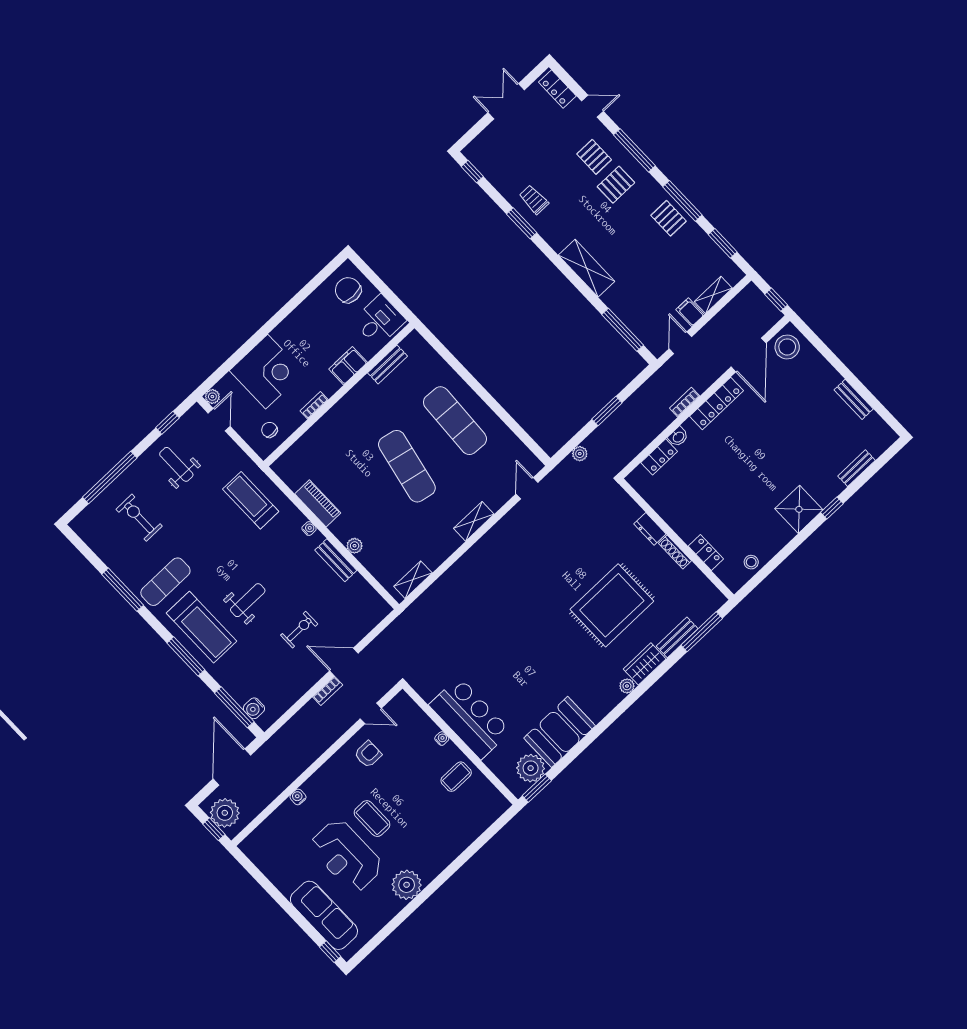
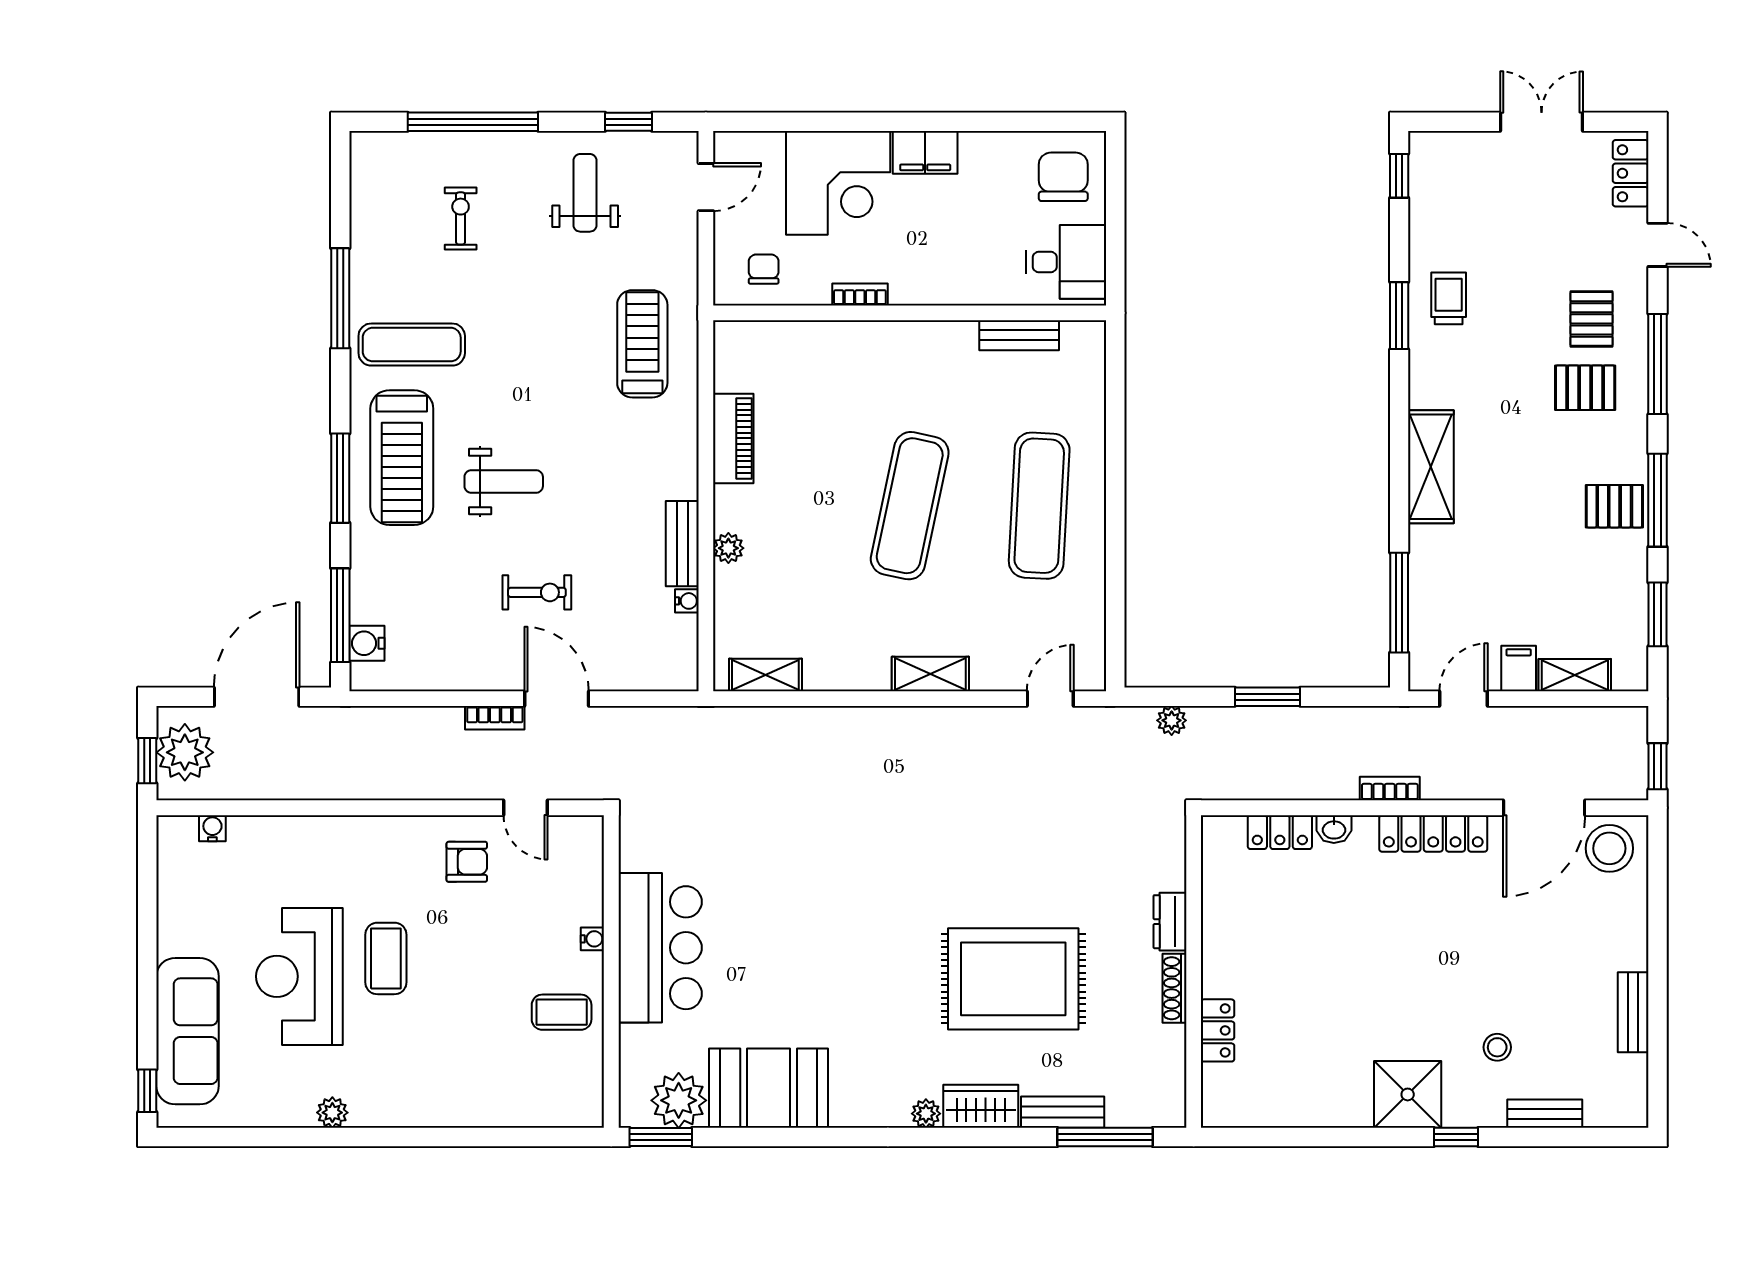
pallet: (669, 218) -> (1614, 506), turned 90
filing cabinet: (348, 366) -> (925, 152), moved, turned 180
plant: (212, 397) -> (727, 145), removed
exercise bike: (139, 518) -> (461, 218), width x0.73, depth x0.72
water cooler: (309, 529) -> (687, 601), moved
stool: (751, 562) -> (1497, 1047), moved
water cooler: (298, 797) -> (212, 828), moved
plant: (407, 885) -> (332, 1113), width x0.53, depth x0.53

